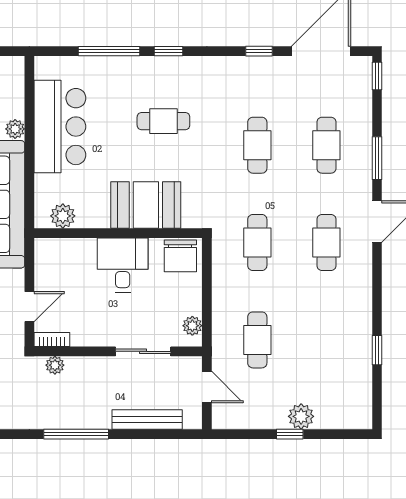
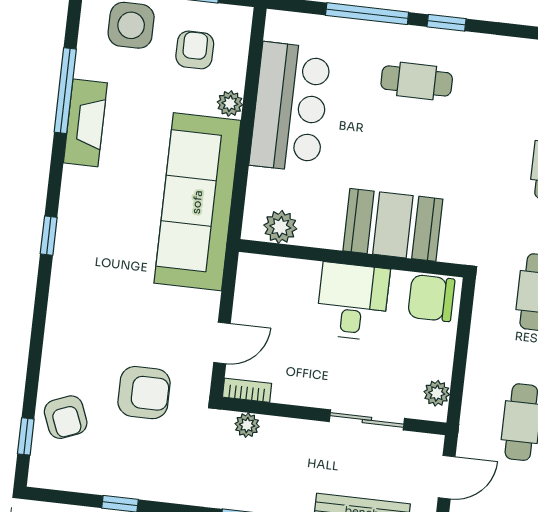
cafe table: (163, 121) -> (417, 81), moved
chair: (180, 256) -> (431, 298), turned 90
door: (207, 387) -> (447, 477), hinge flipped

